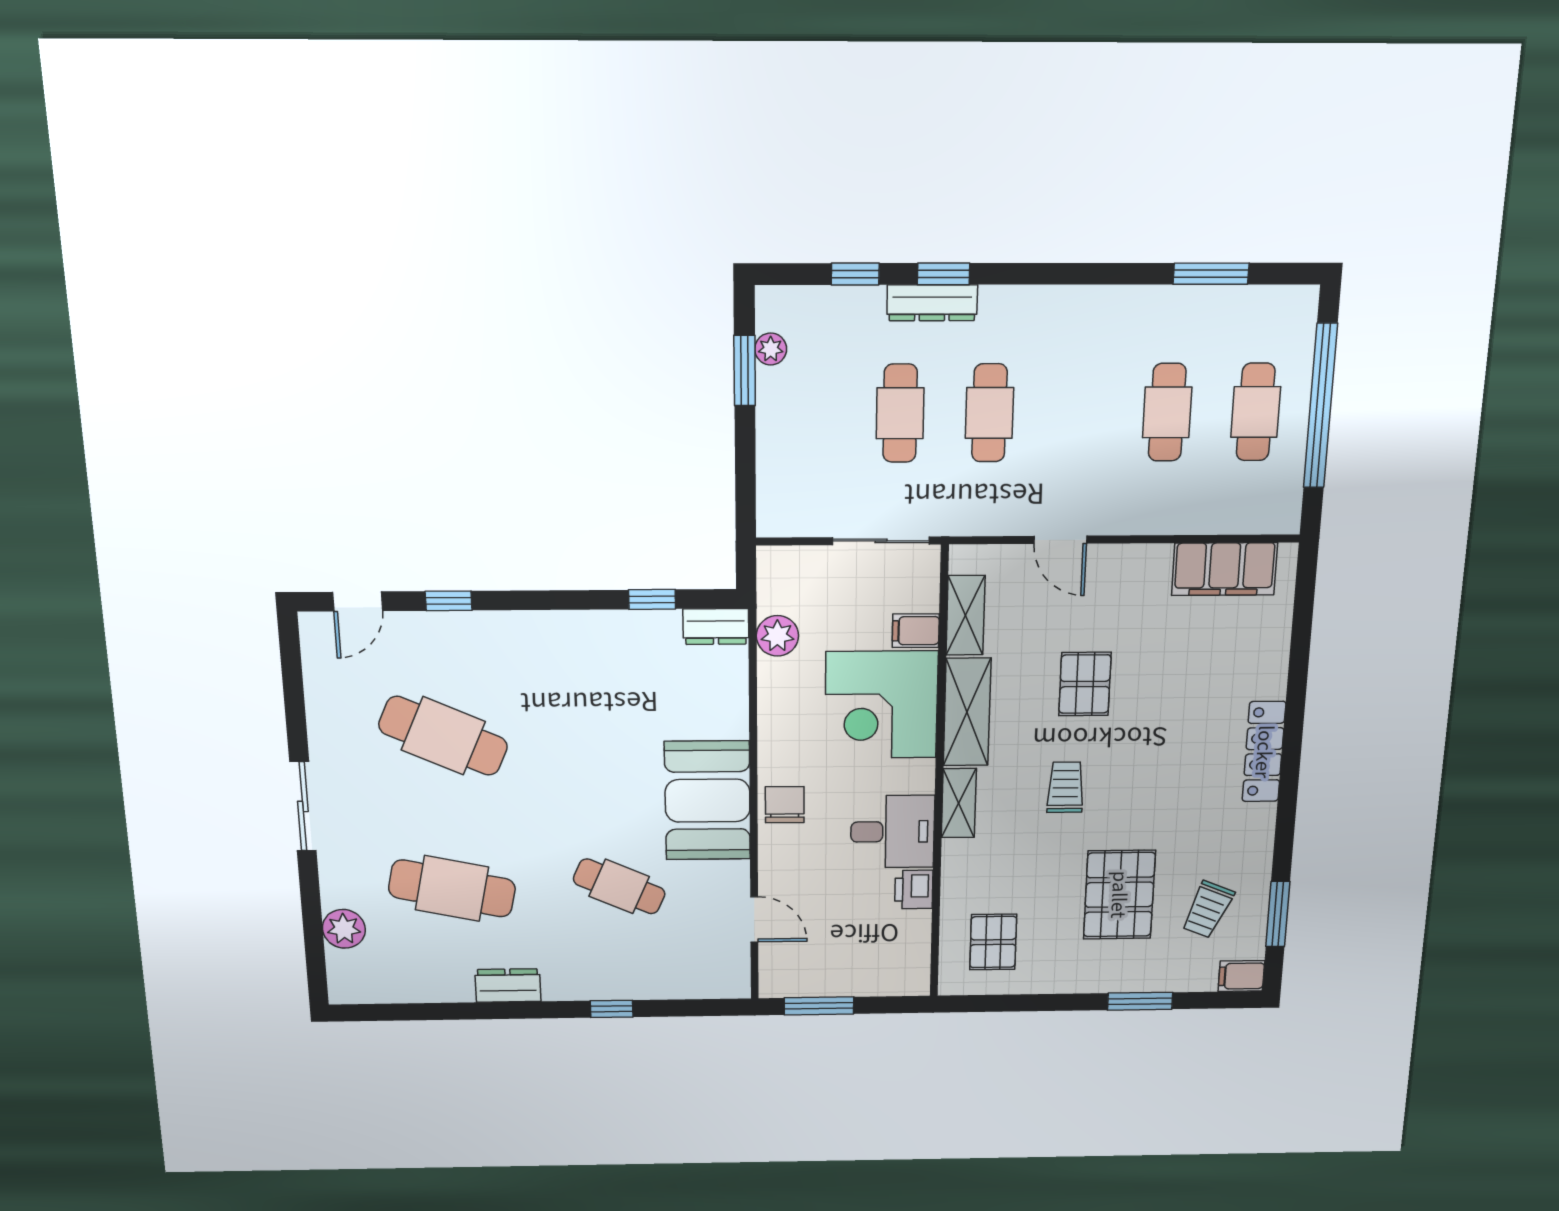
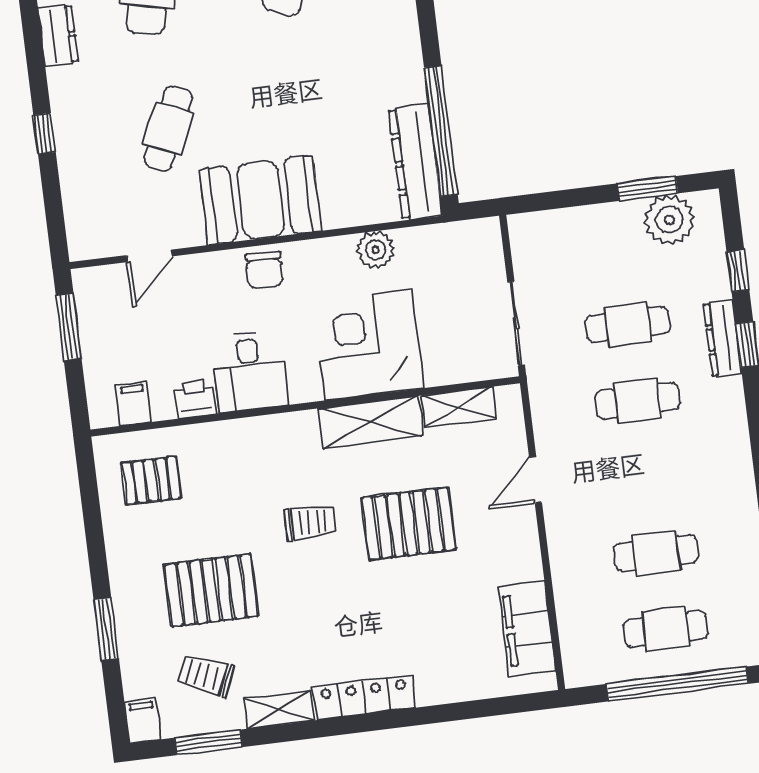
plant: (771, 349) -> (669, 220), width x1.88, depth x1.88
window: (652, 599) -> (441, 131), width x3.17
dresser: (716, 627) -> (416, 162), width x1.96, depth x1.24
filing cabinet: (916, 631) -> (134, 403), moved
plant: (777, 636) -> (376, 250), moved
pallet: (1085, 684) -> (409, 524), width x1.50, depth x1.42
shelving: (959, 803) -> (279, 710), moved
chair: (785, 805) -> (264, 270), turned 92

